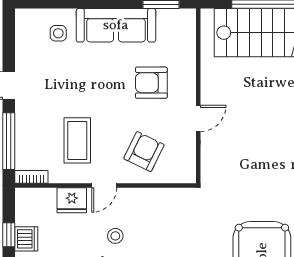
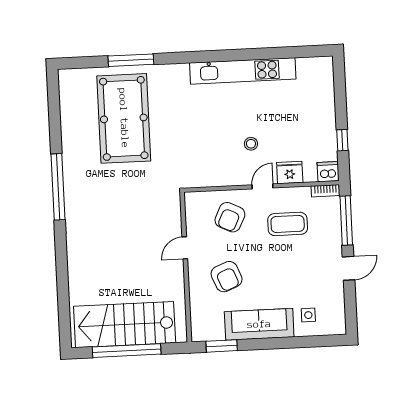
armchair: (151, 83) -> (227, 277), turned 68
coffee table: (77, 140) -> (288, 224), turned 90
dishwasher: (26, 239) -> (328, 172), moved, turned 90

